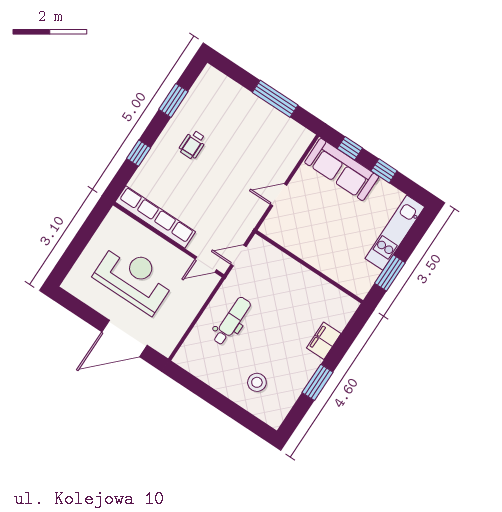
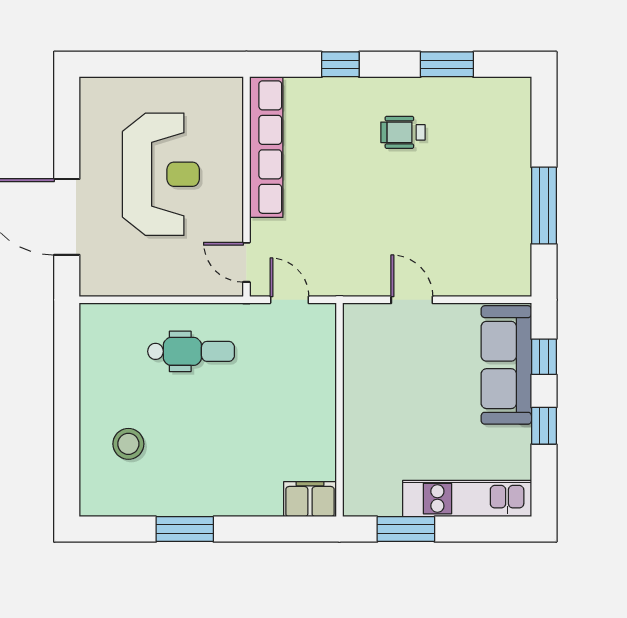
filing cabinet: (324, 341) -> (310, 499), moved

